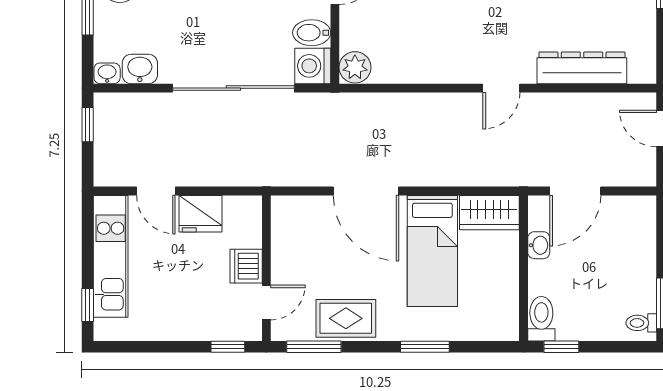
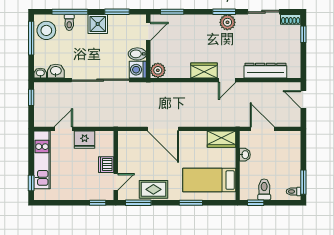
wardrobe: (452, 68) -> (204, 71), added
door: (156, 191) -> (63, 129), swing flipped
door: (575, 191) -> (262, 129), swing flipped
bed: (432, 251) -> (209, 180), moved, turned 90
toilet: (541, 319) -> (264, 189), moved

